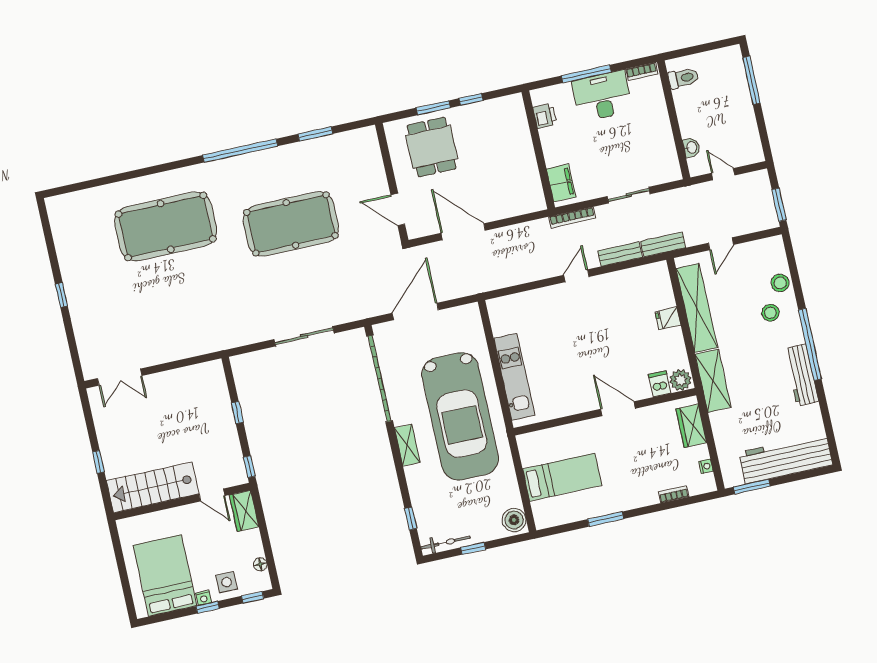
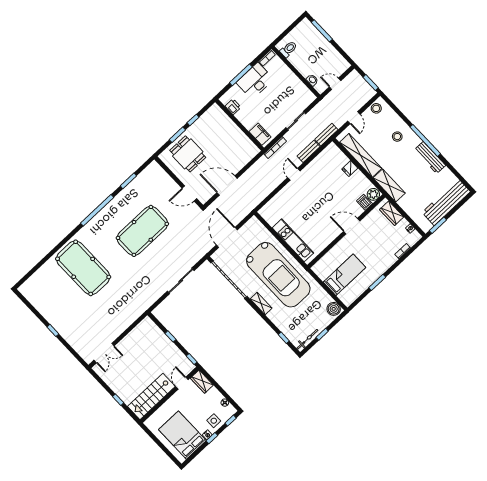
pool table: (166, 226) -> (83, 268), turned 90
stool: (780, 283) -> (376, 108), moved
door: (212, 495) -> (182, 383), swing flipped

